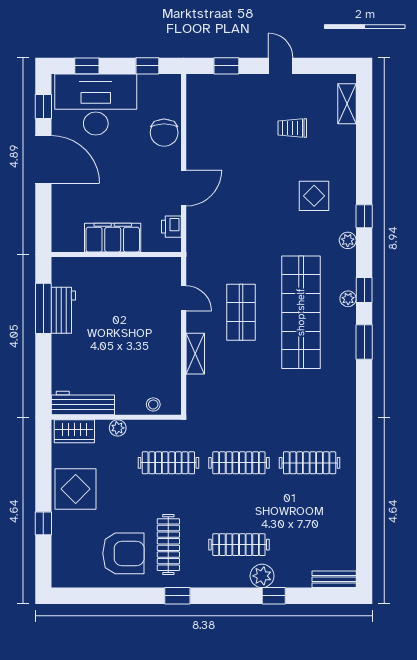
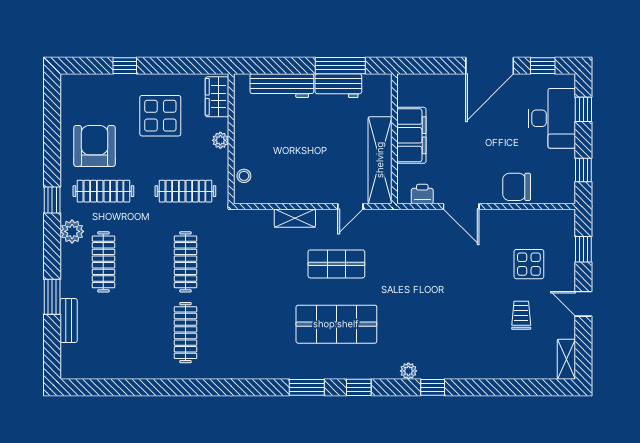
door: (281, 66) -> (583, 304), swing flipped
shelving: (347, 104) -> (566, 359), moved, turned 90
desk: (96, 105) -> (552, 118), width x0.73, depth x0.77
display table: (314, 196) -> (529, 264), moved
shelving: (138, 269) -> (380, 160), added
plant: (348, 299) -> (350, 371), removed
shop shelf: (301, 312) -> (336, 324), width x0.71
workbench: (83, 403) -> (282, 86), moved, turned 90
clothes rail: (168, 463) -> (185, 191), turned 90
display table: (76, 489) -> (160, 116), moved
armchair: (123, 553) -> (95, 146), turned 180
plant: (262, 576) -> (72, 231), moved
bench: (334, 579) -> (69, 321), moved
window: (274, 596) -> (52, 297), width x1.50

